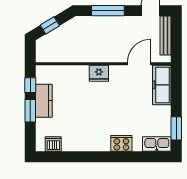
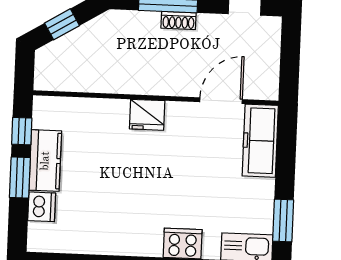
shoe rack: (114, 21) -> (179, 20), added
bench: (166, 36) -> (271, 51), removed
dishwasher: (53, 144) -> (42, 207), moved, turned 90

